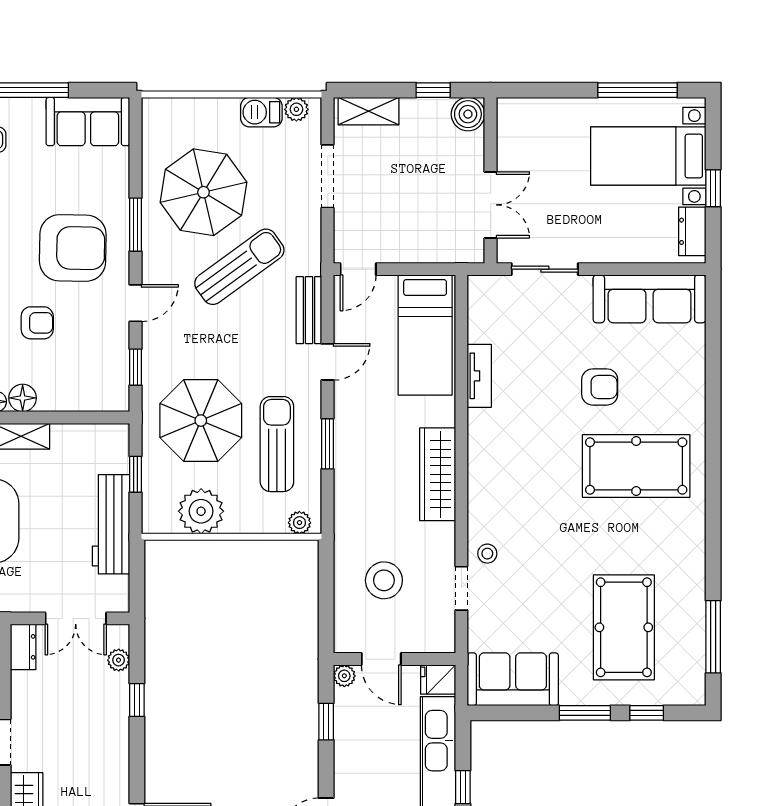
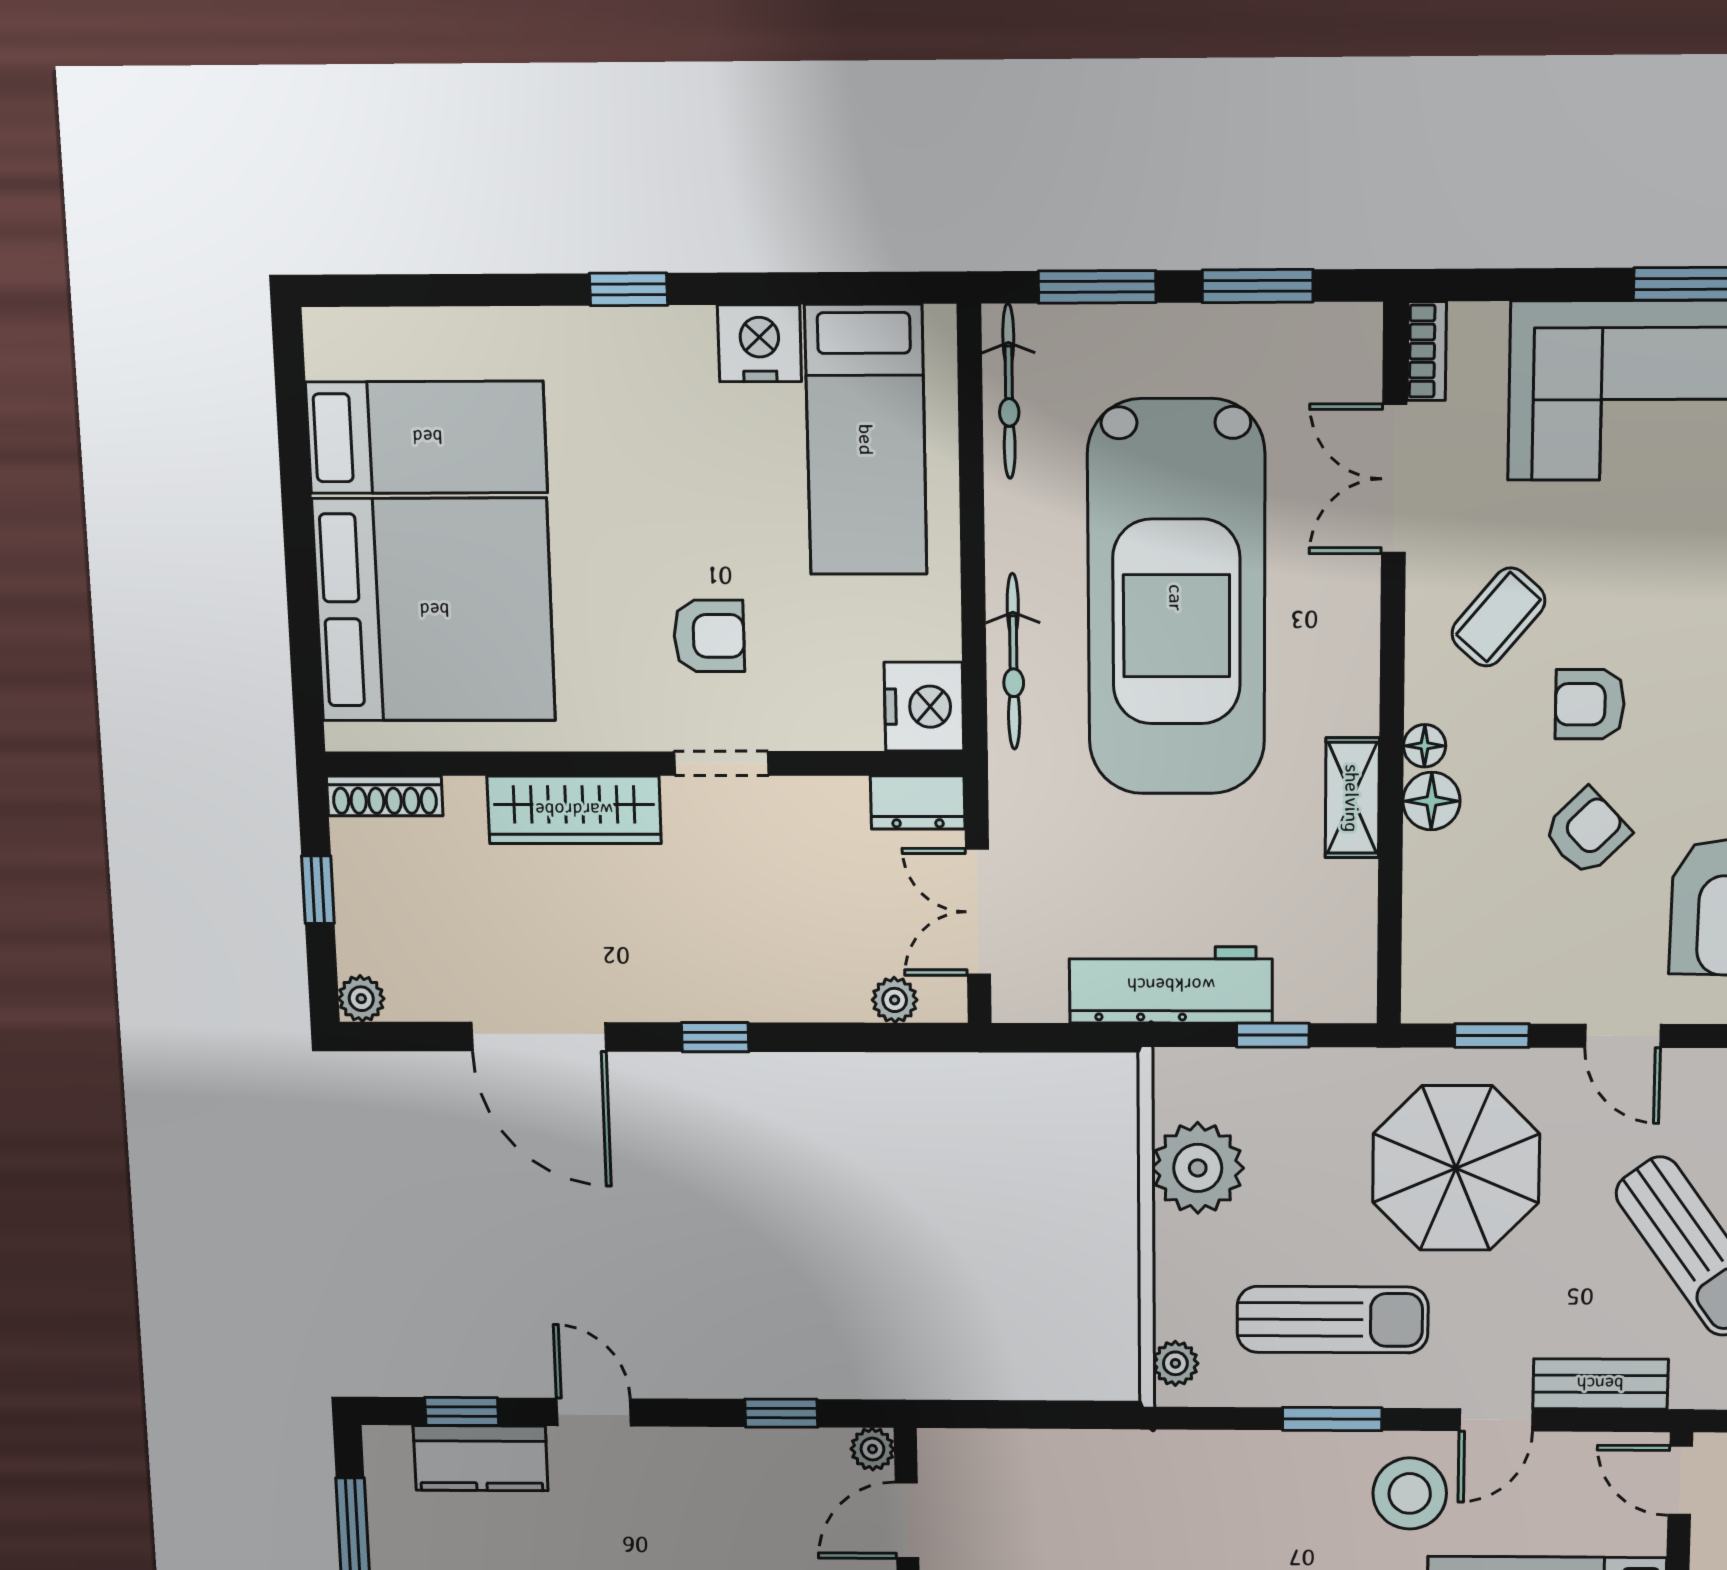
armchair: (37, 323) -> (1587, 832), turned -134
door: (328, 362) -> (1496, 1420), hinge flipped
parasol: (201, 421) -> (1456, 1168), moved
stool: (384, 580) -> (1410, 1493), moved
window: (137, 700) -> (715, 1037), moved

